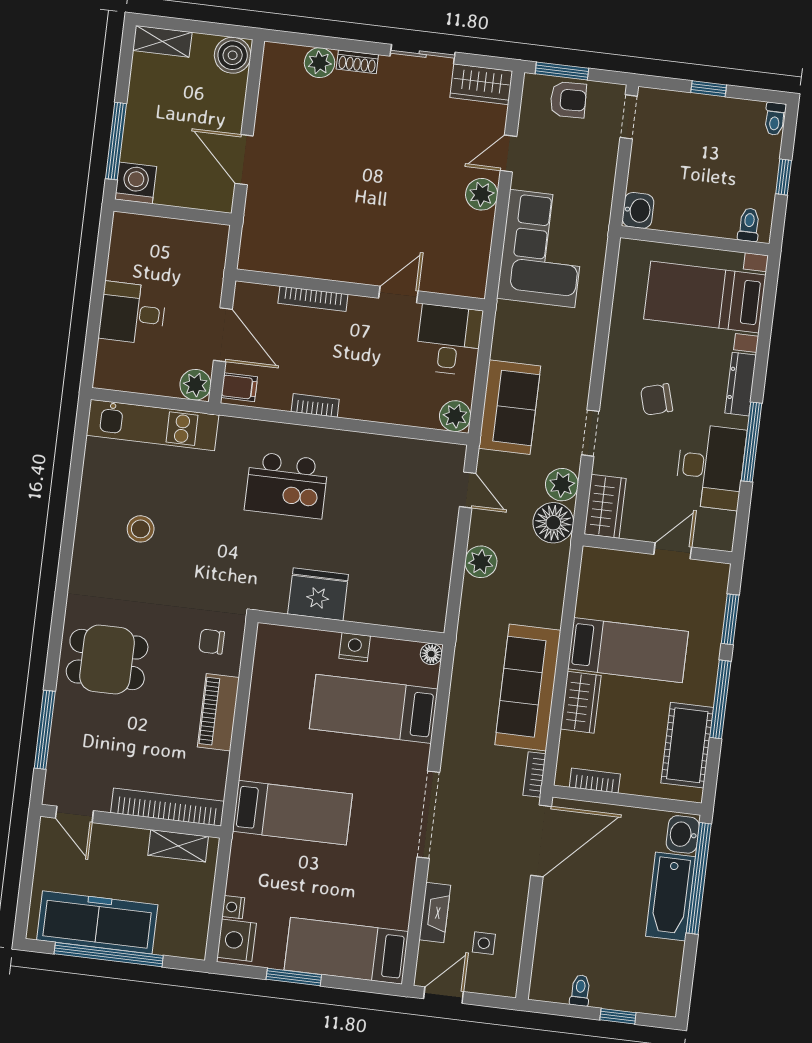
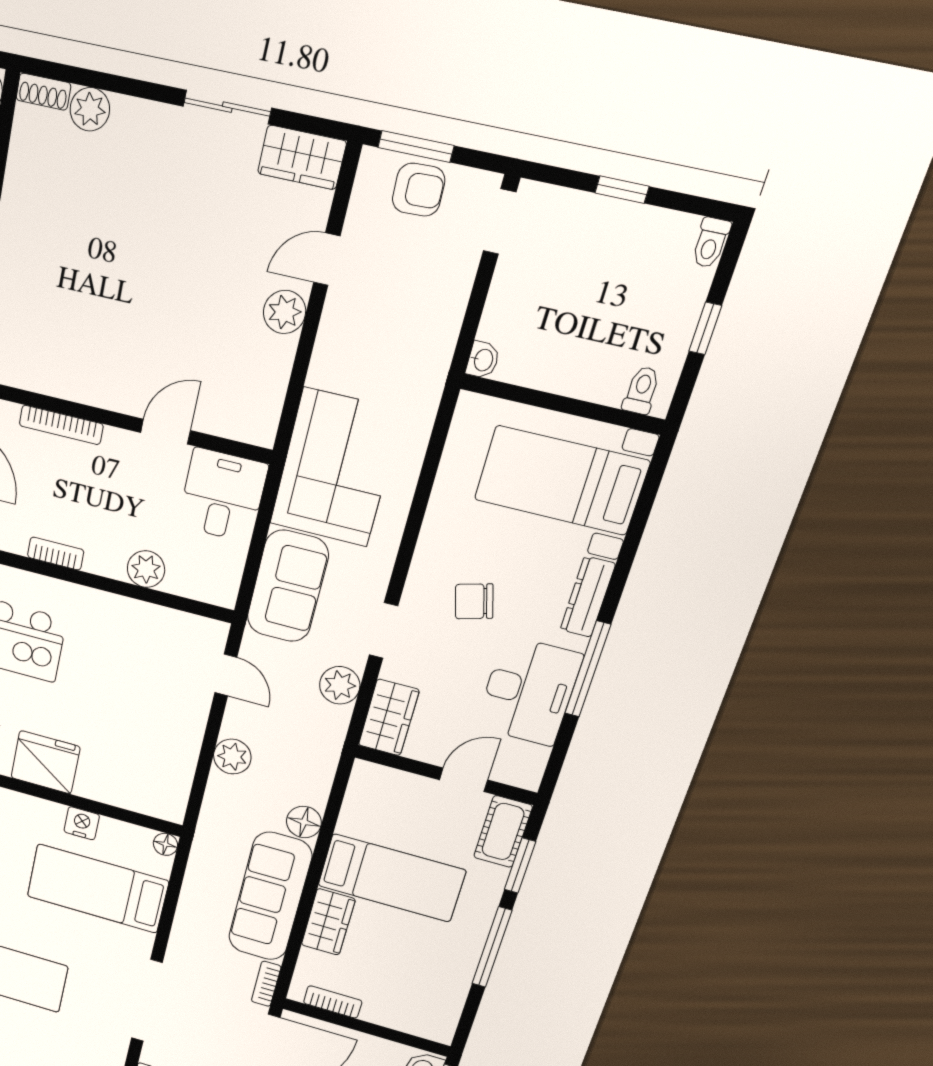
shoe rack: (357, 62) -> (43, 92), moved
washbasin: (638, 210) -> (483, 360), width x0.72, depth x0.69
corner sofa: (542, 249) -> (335, 468), moved
plant: (455, 416) -> (146, 569), moved
floor lamp: (553, 523) -> (304, 822), moved, width x0.73, depth x0.73
cot: (687, 745) -> (503, 832), moved, width x0.73, depth x0.75

